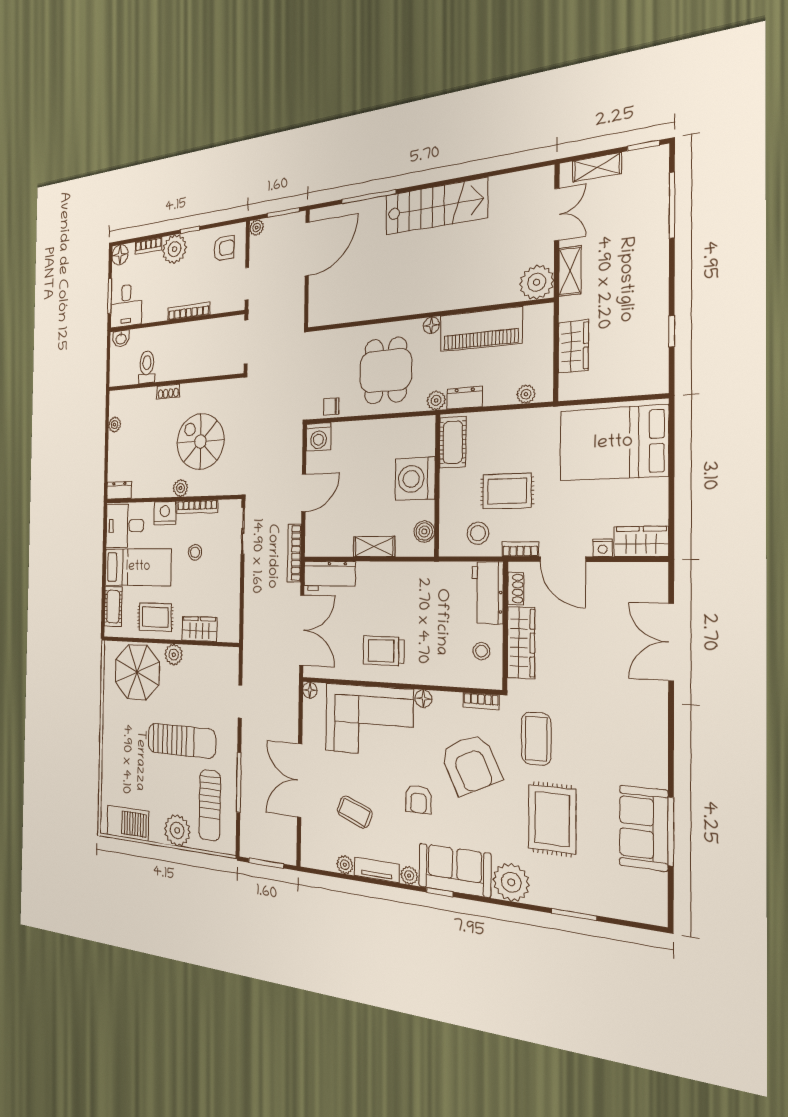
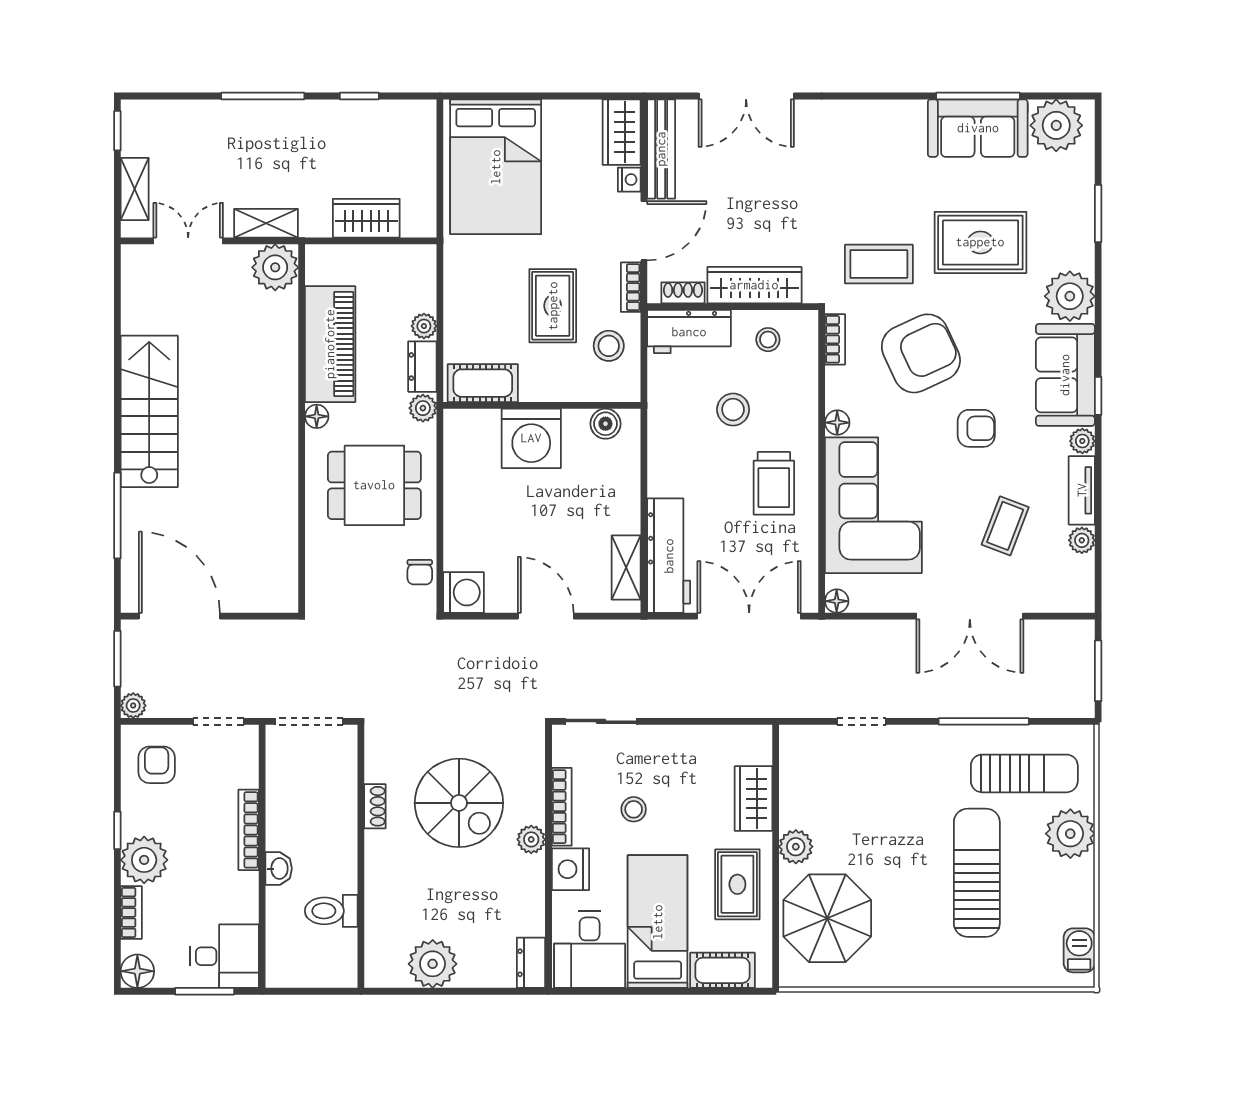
window: (672, 205) -> (263, 96), moved
washbasin: (121, 339) -> (279, 869), moved
shoe rack: (168, 392) -> (375, 806), moved
plant: (526, 394) -> (424, 326), moved
plant: (115, 425) -> (433, 964), width x1.88, depth x1.88
spiral stairs: (200, 442) -> (459, 803), turned -90
shelving: (374, 547) -> (626, 568), moved
bookcase: (294, 553) -> (635, 630), removed
bench: (627, 573) -> (661, 149), added
workbench: (329, 576) -> (669, 556), width x1.38
stool: (433, 624) -> (733, 410), added
sun lounger: (182, 741) -> (977, 873), moved
barbecue: (128, 823) -> (1079, 950), width x0.53, depth x0.65
plant: (646, 892) -> (1056, 125), added

